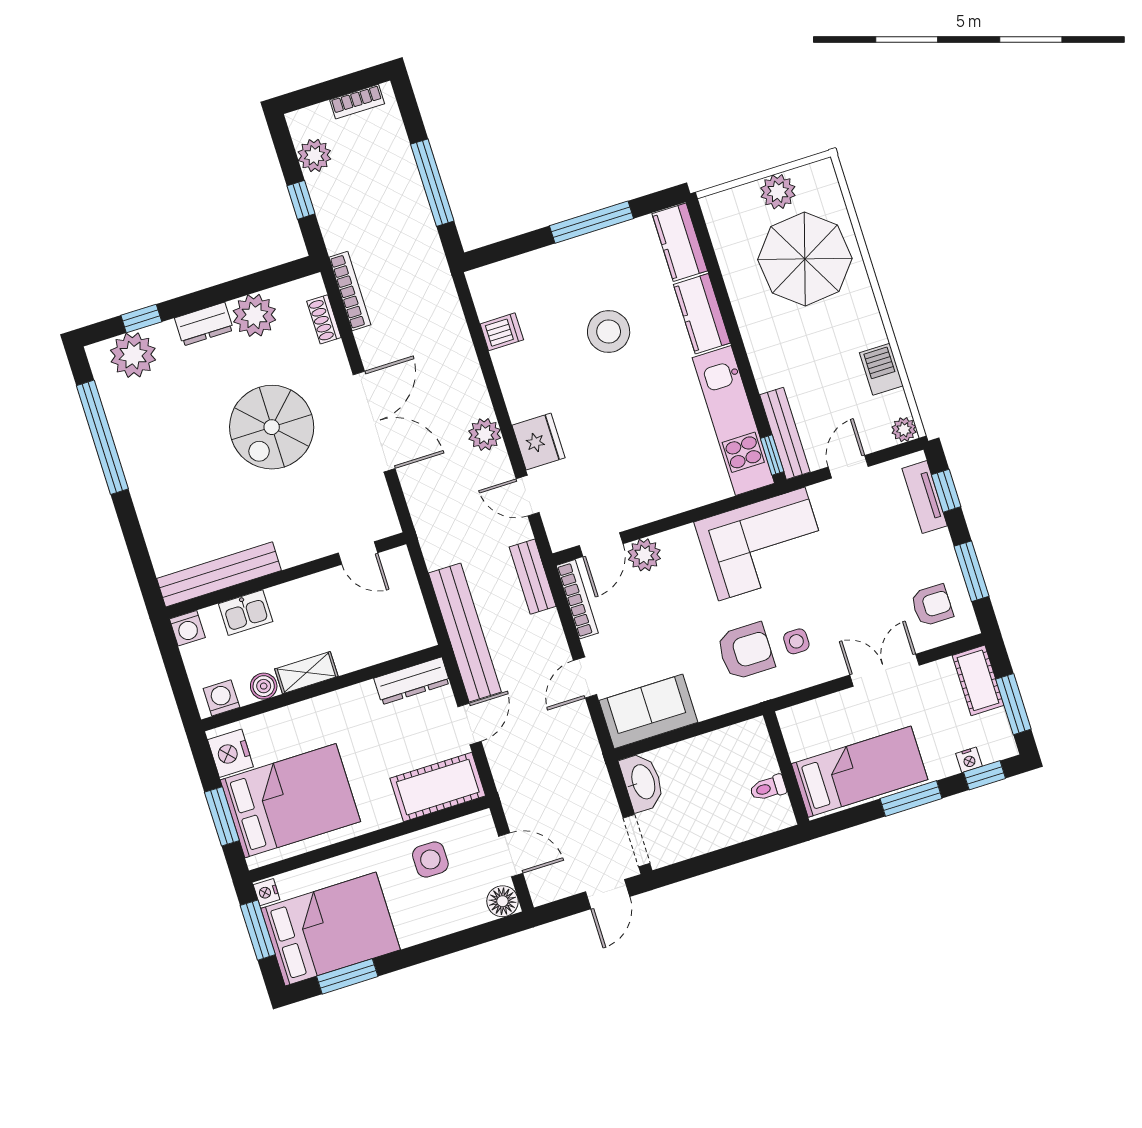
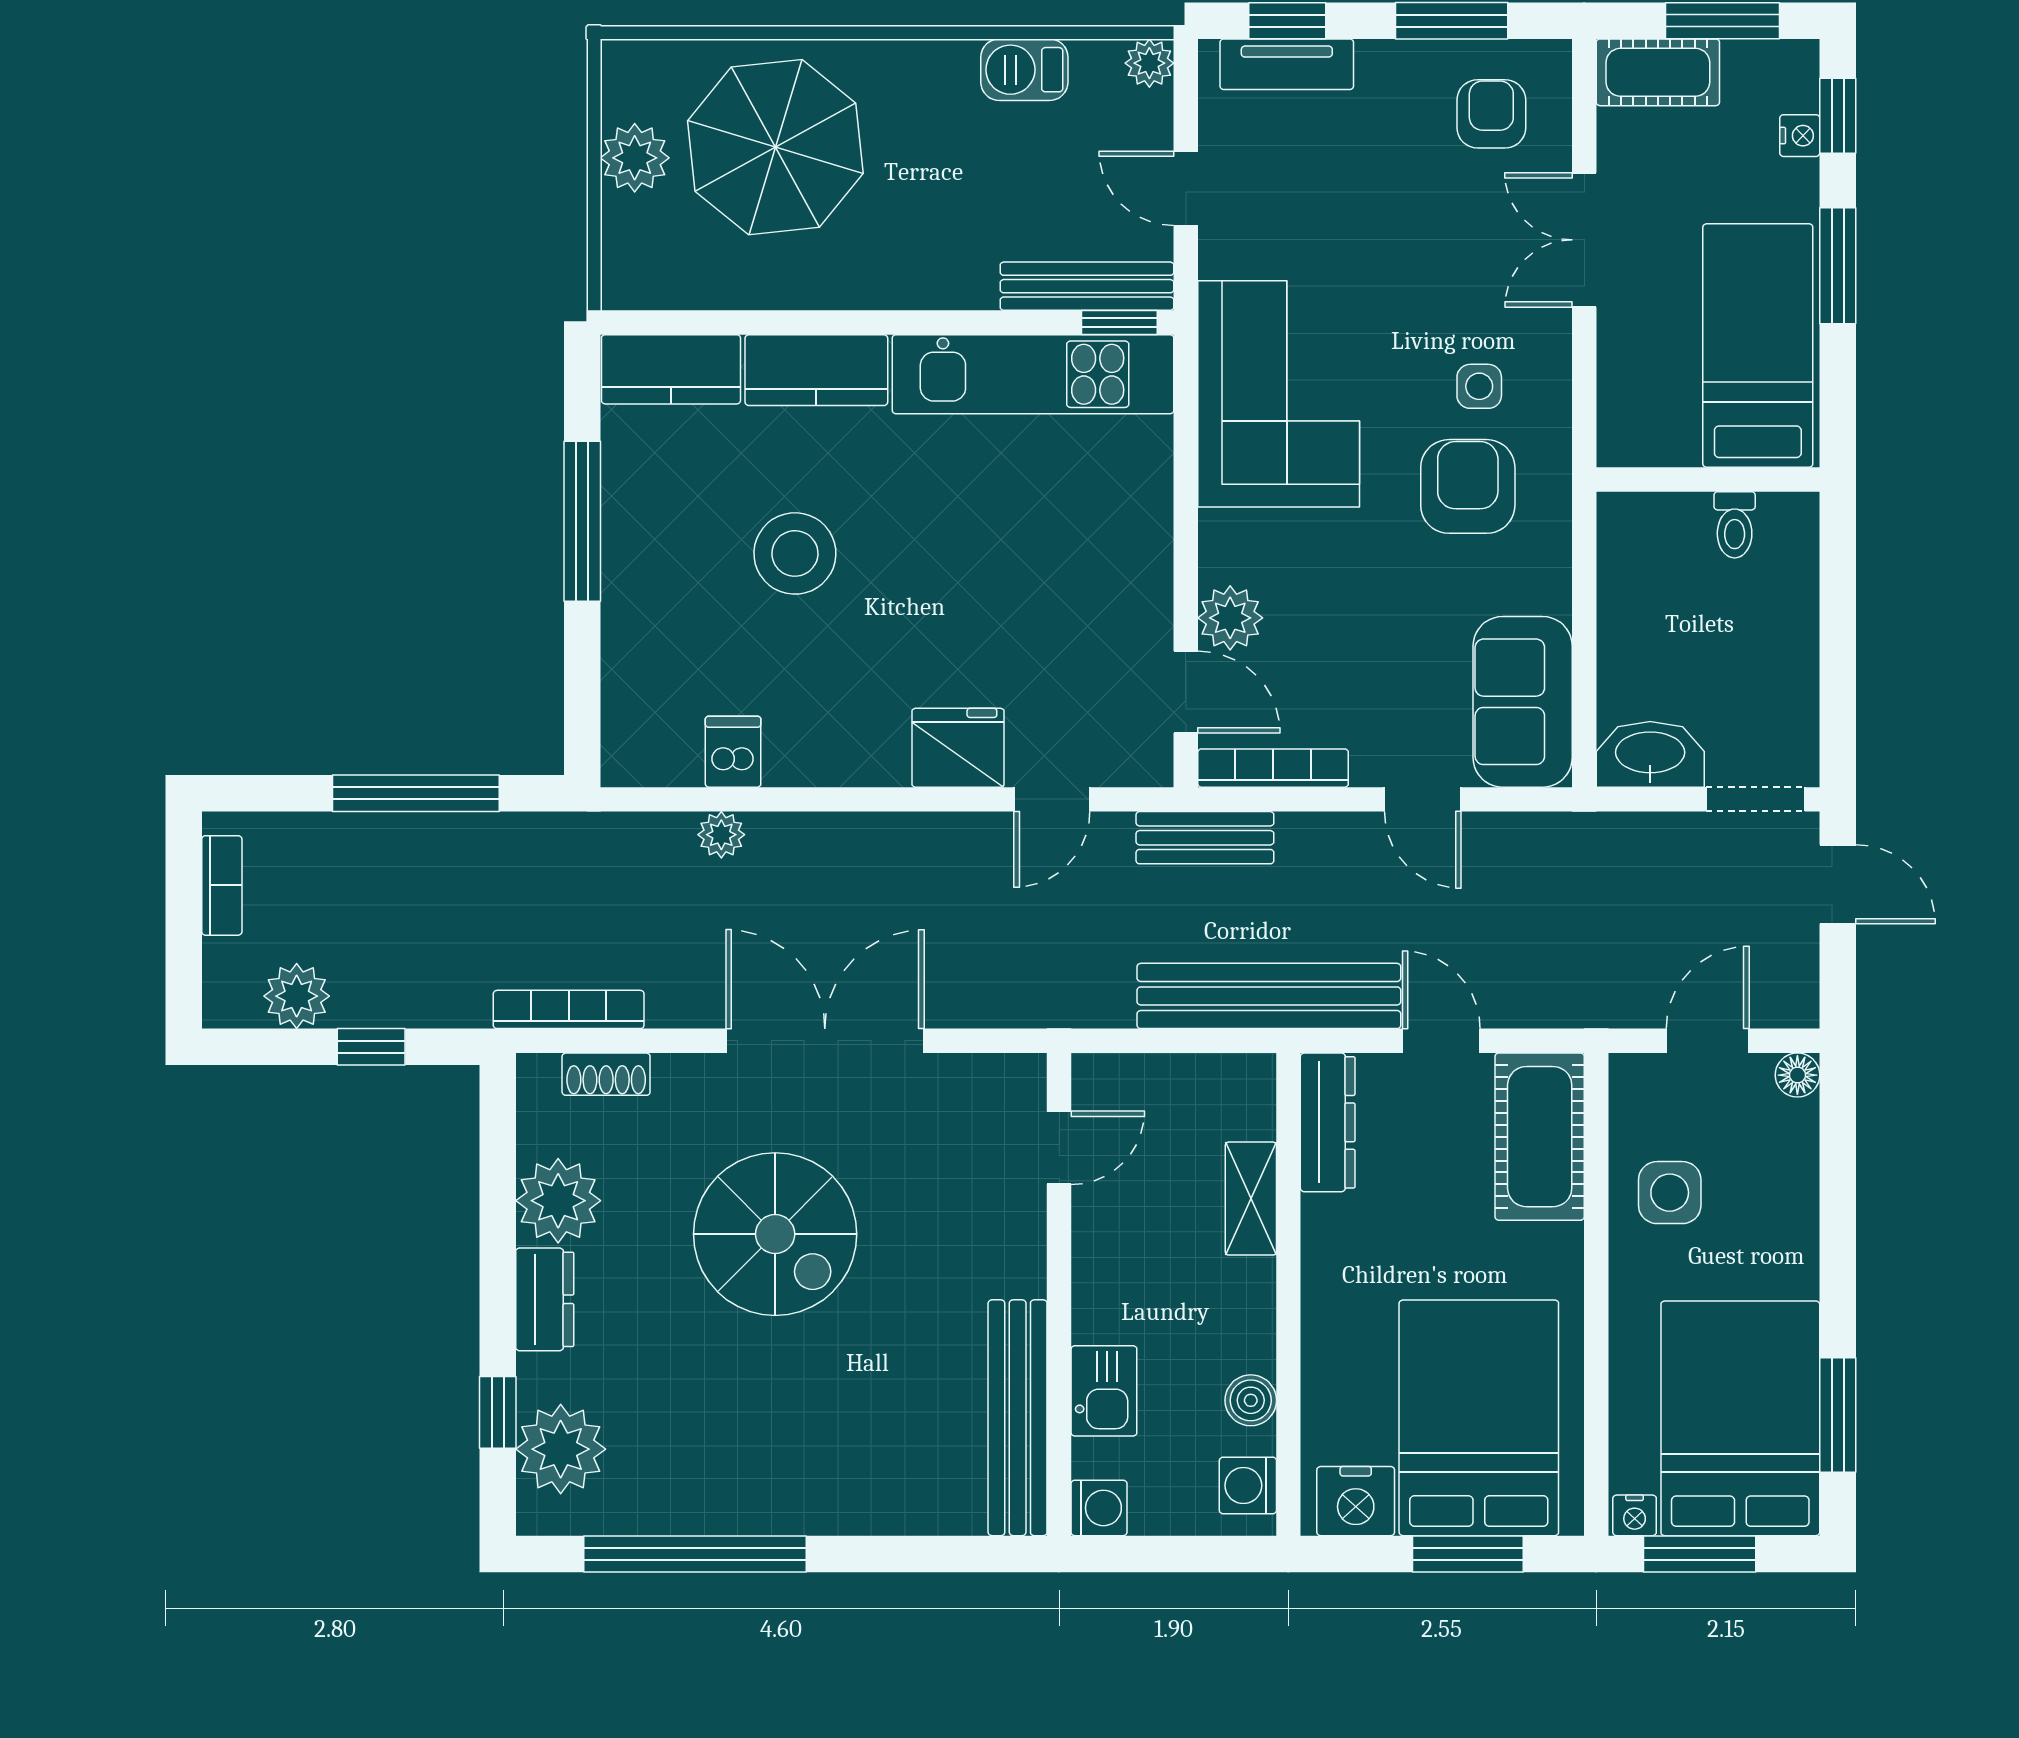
plant: (485, 434) -> (721, 835), moved, width x0.73, depth x0.73
shelving: (306, 673) -> (1251, 1199), moved
floor lamp: (503, 901) -> (1797, 1075), width x0.73, depth x0.73

